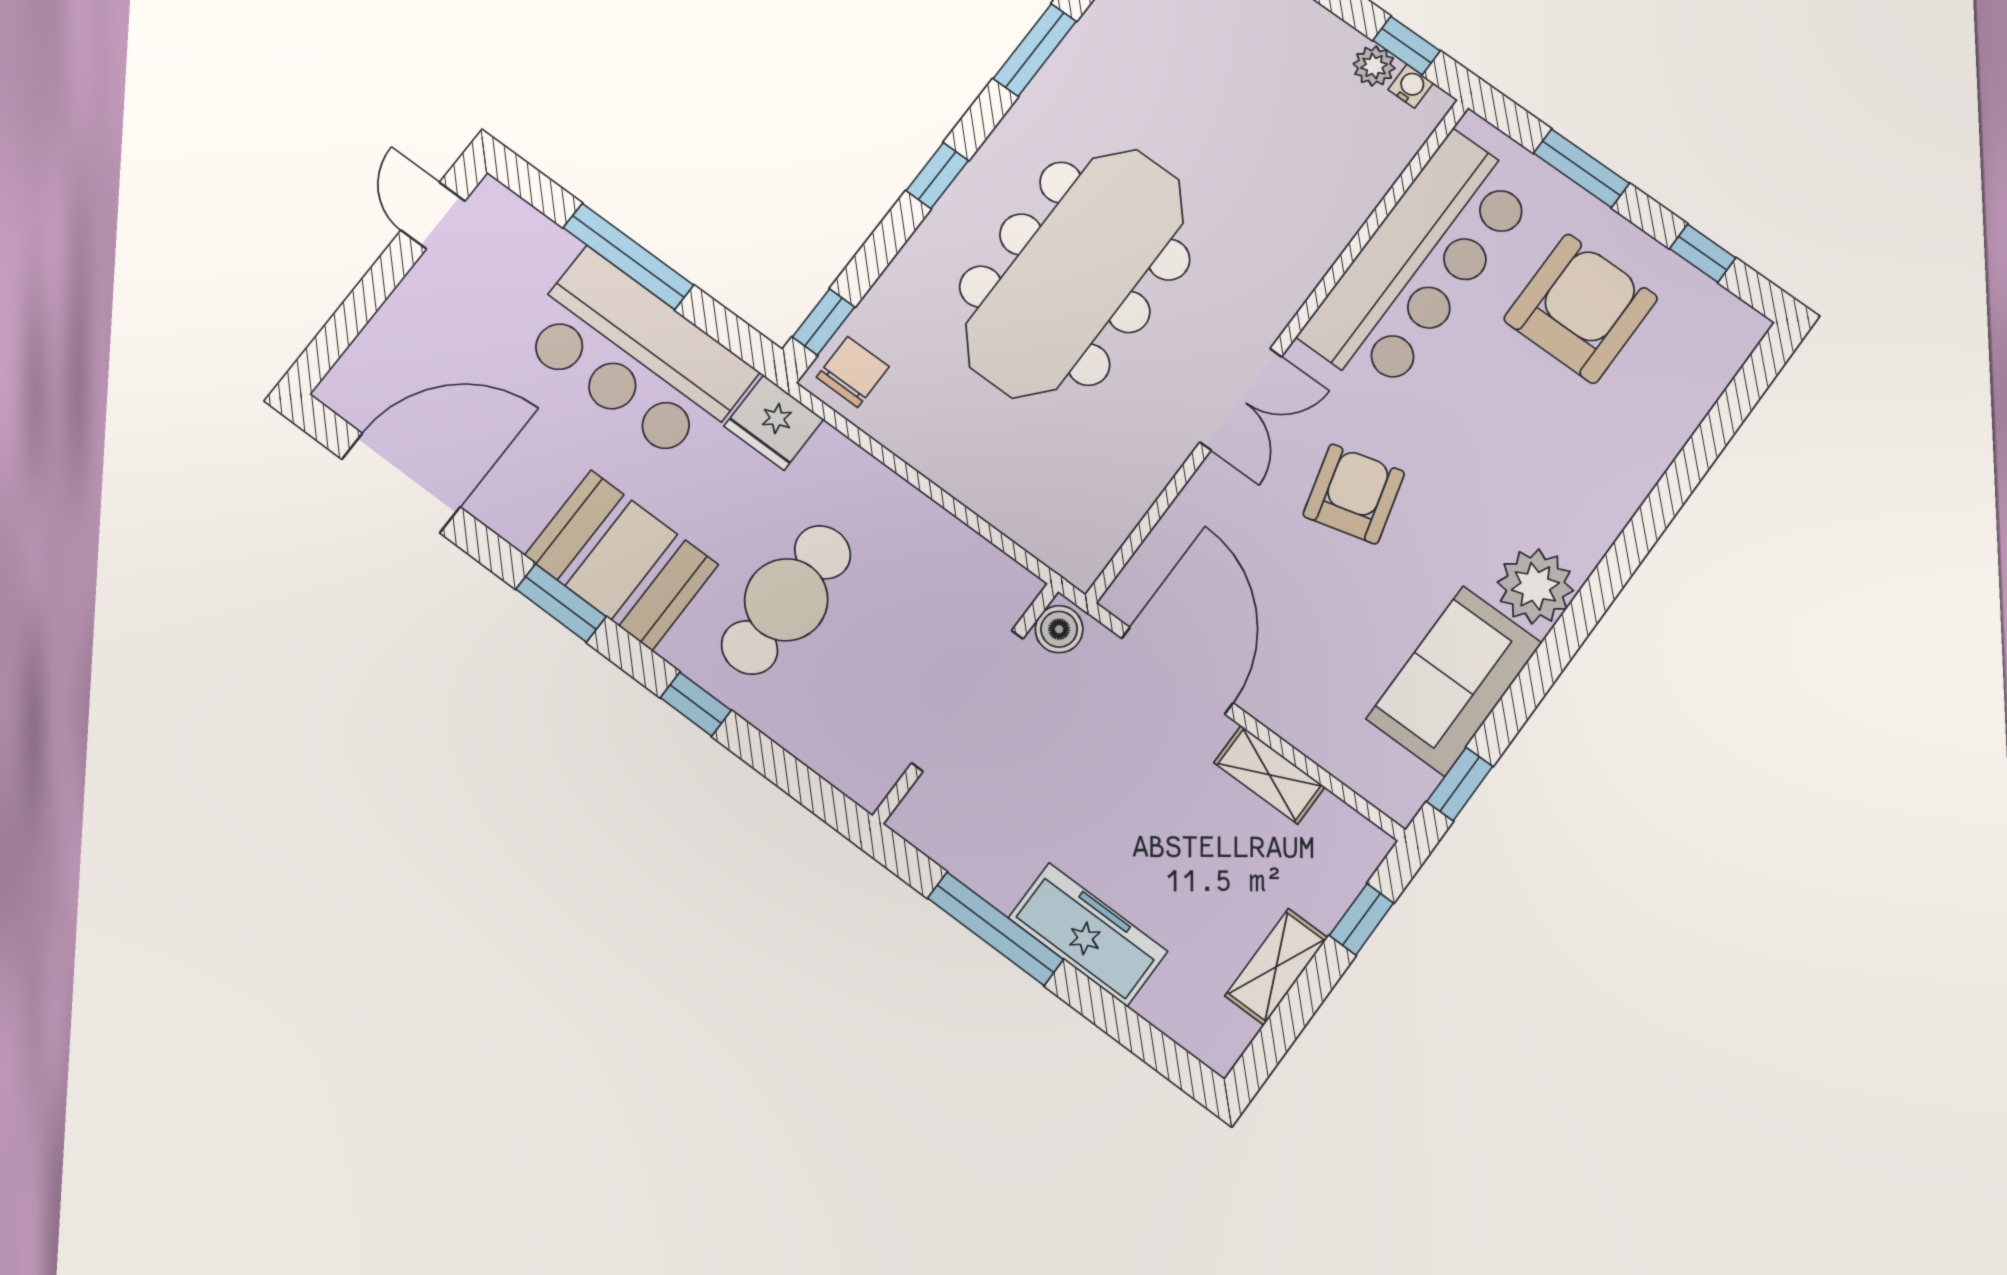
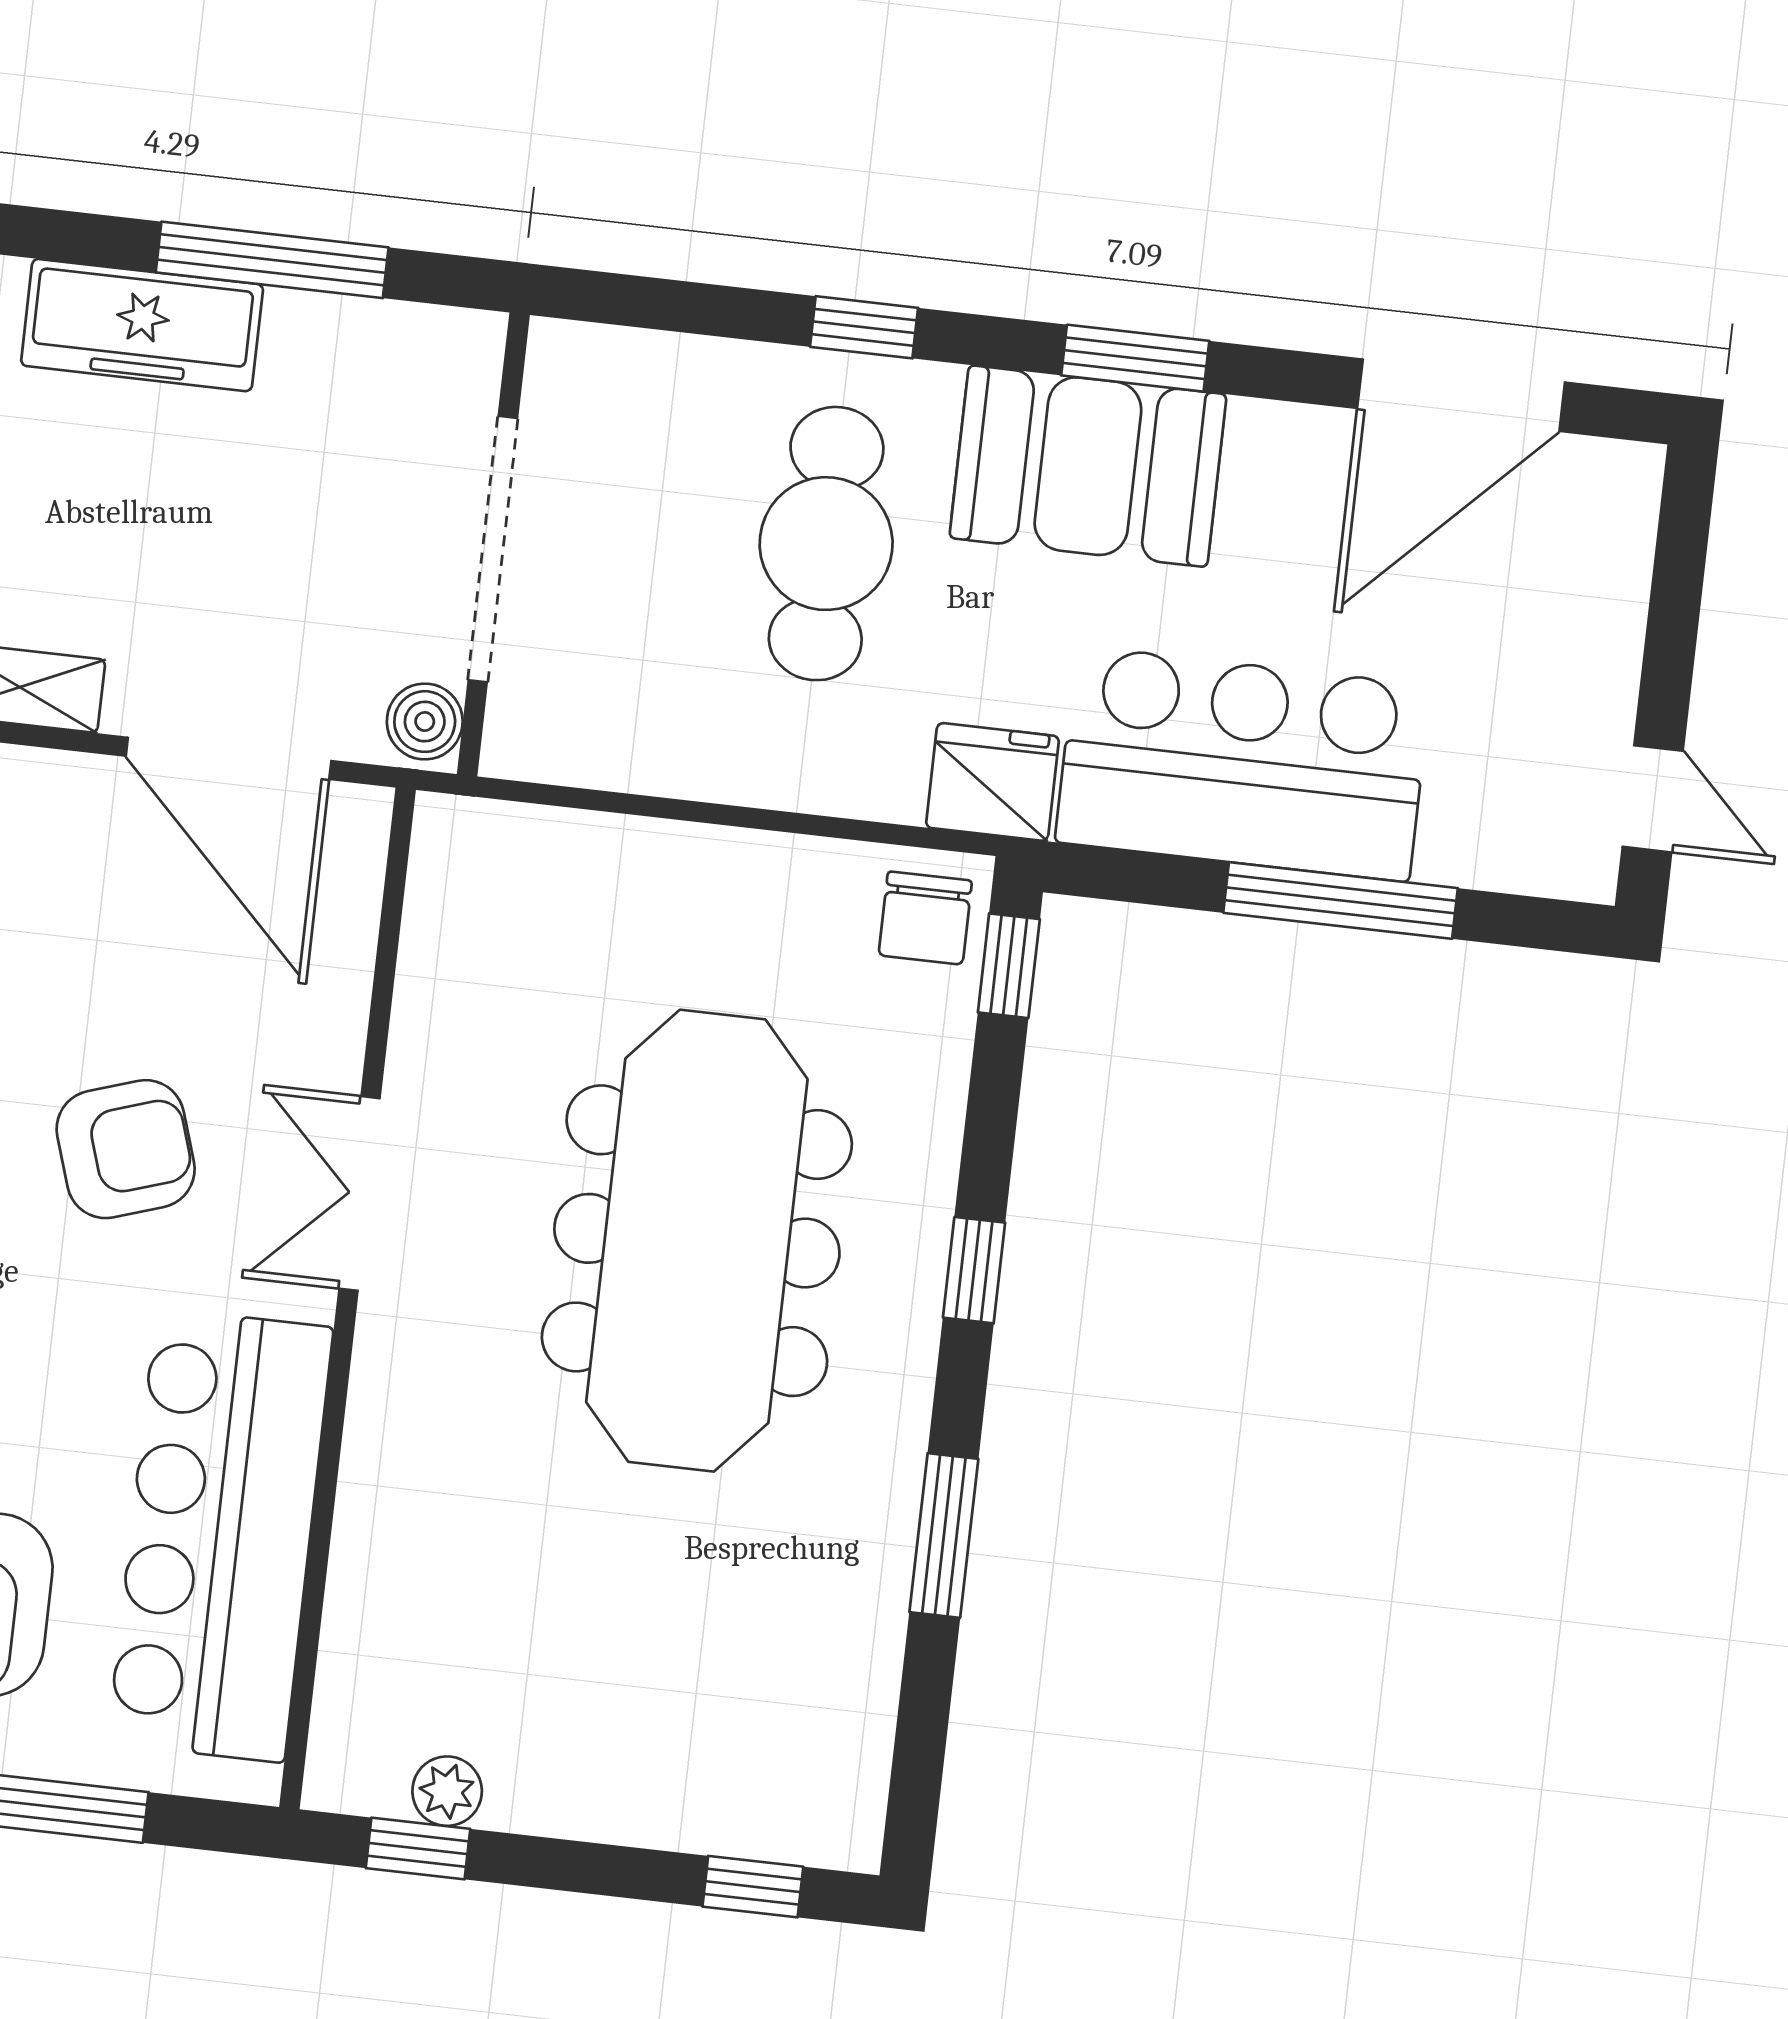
water cooler: (1411, 86) -> (378, 1791), removed
armchair: (1354, 494) -> (126, 1149), turned -93

